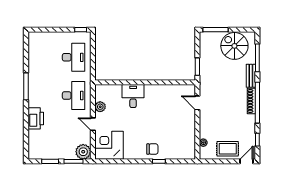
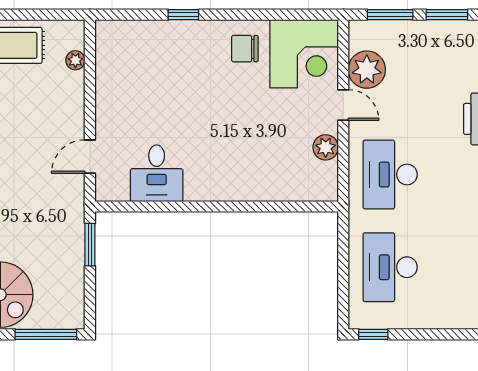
desk: (133, 96) -> (157, 173), moved
door: (197, 103) -> (90, 157), swing flipped
chair: (152, 149) -> (245, 49), moved
plant: (83, 152) -> (367, 70), moved

